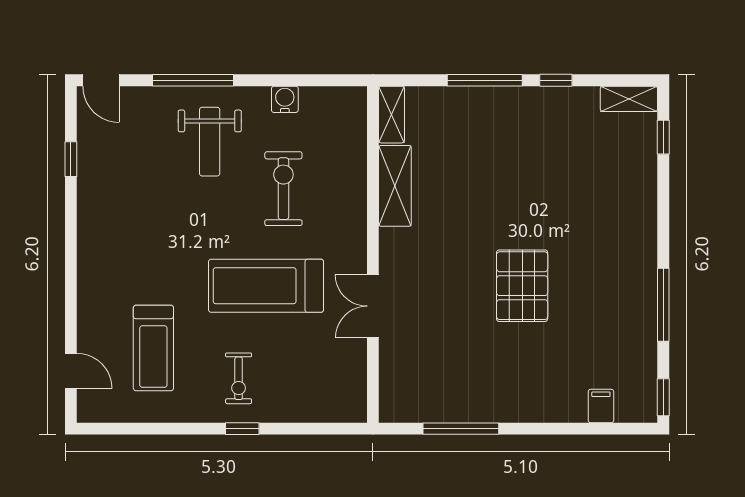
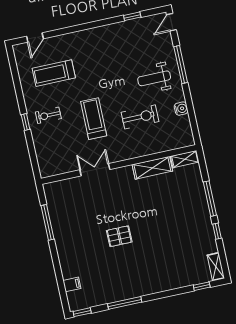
treadmill: (266, 286) -> (94, 119), width x0.73, depth x0.73
pallet: (522, 286) -> (119, 236), width x0.67, depth x0.71

